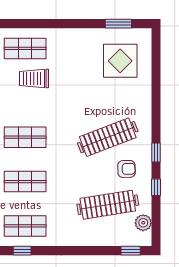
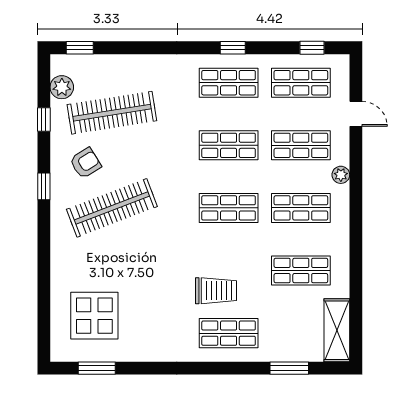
armchair: (127, 169) -> (85, 163), turned 150
window: (156, 187) -> (44, 120), moved

